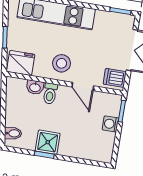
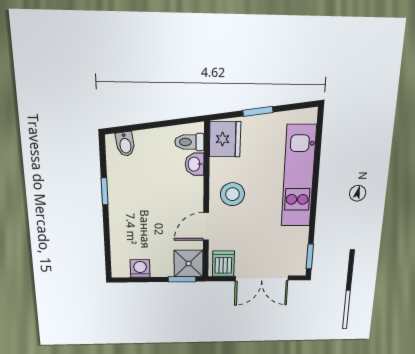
toilet: (50, 94) -> (189, 142), moved
washing machine: (110, 124) -> (140, 268), moved
shower: (48, 142) -> (189, 263), moved

